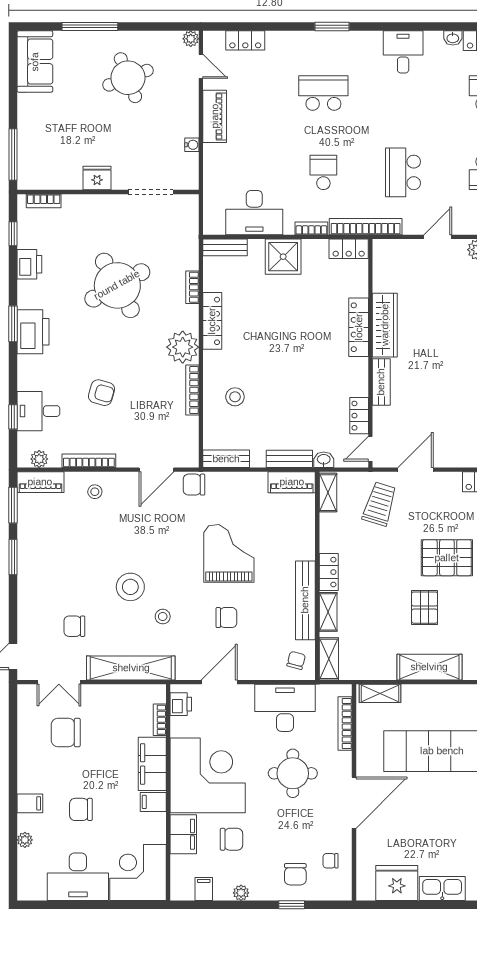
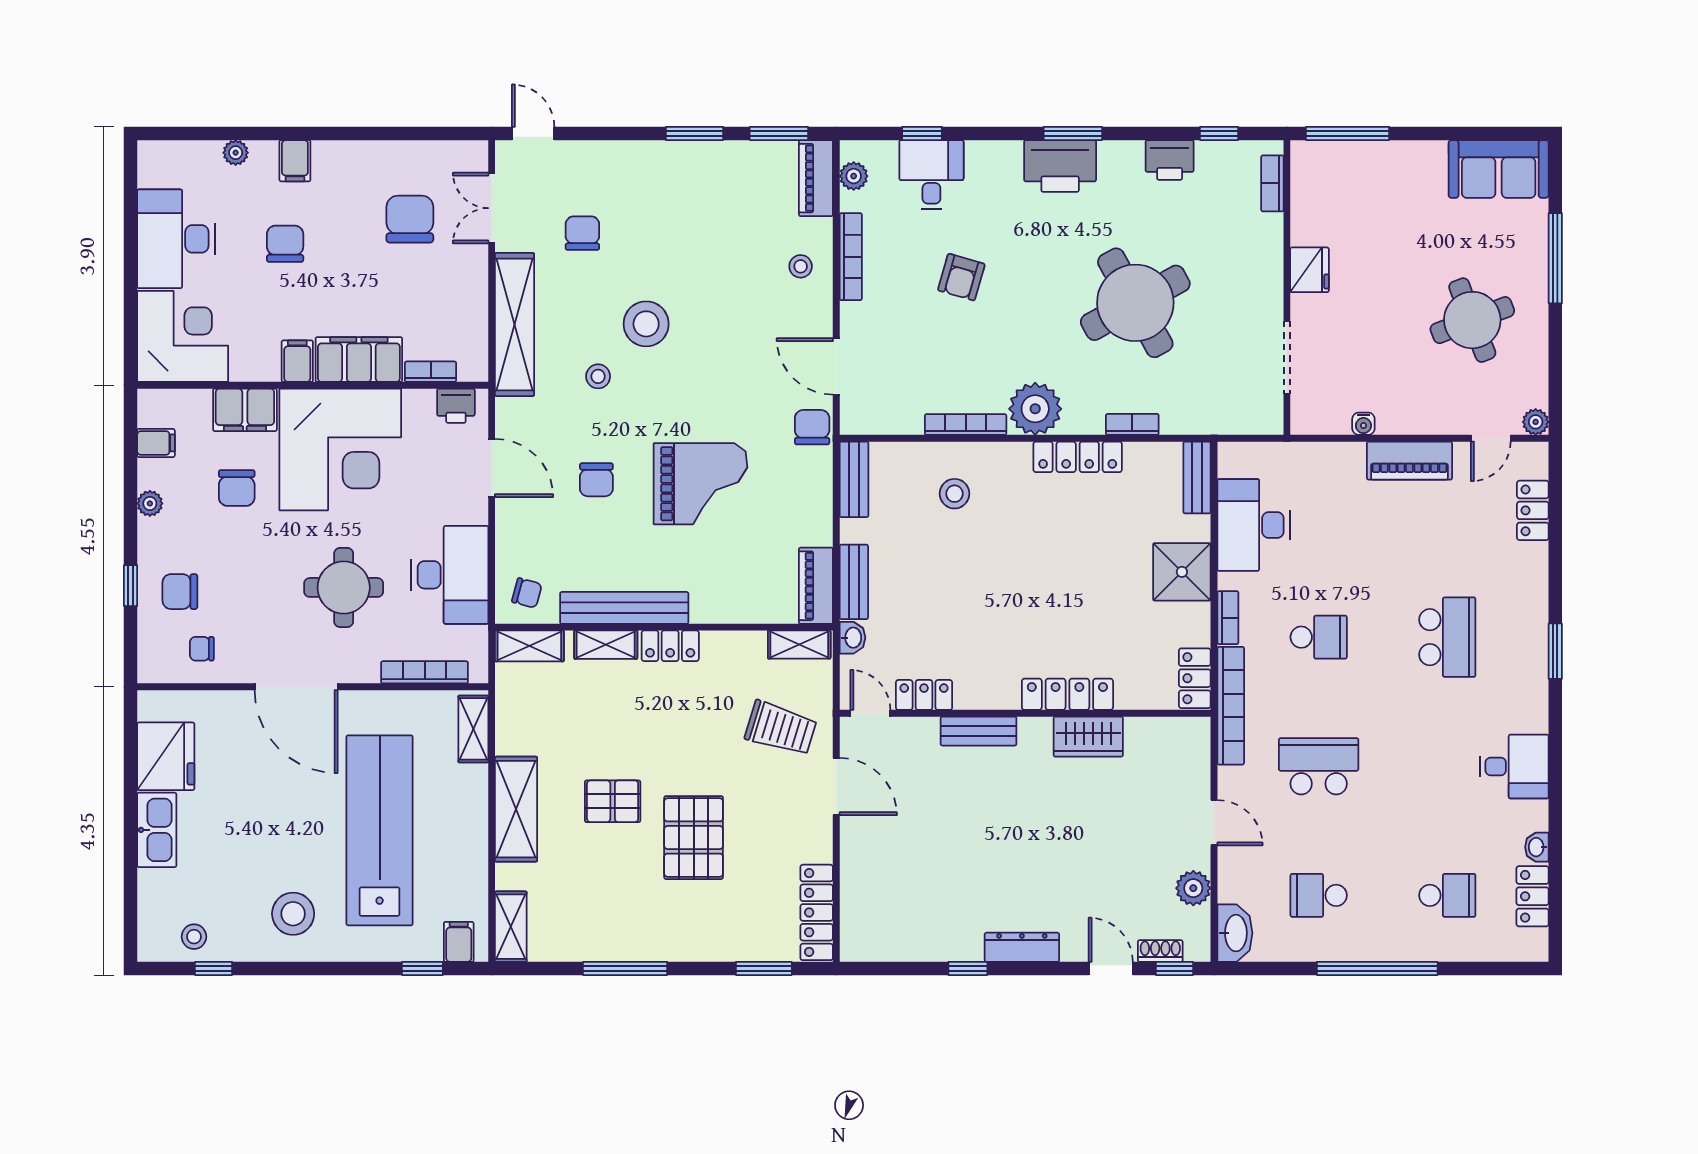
wardrobe: (385, 325) -> (1088, 737), width x0.67
chair: (331, 861) -> (202, 649), turned -90

